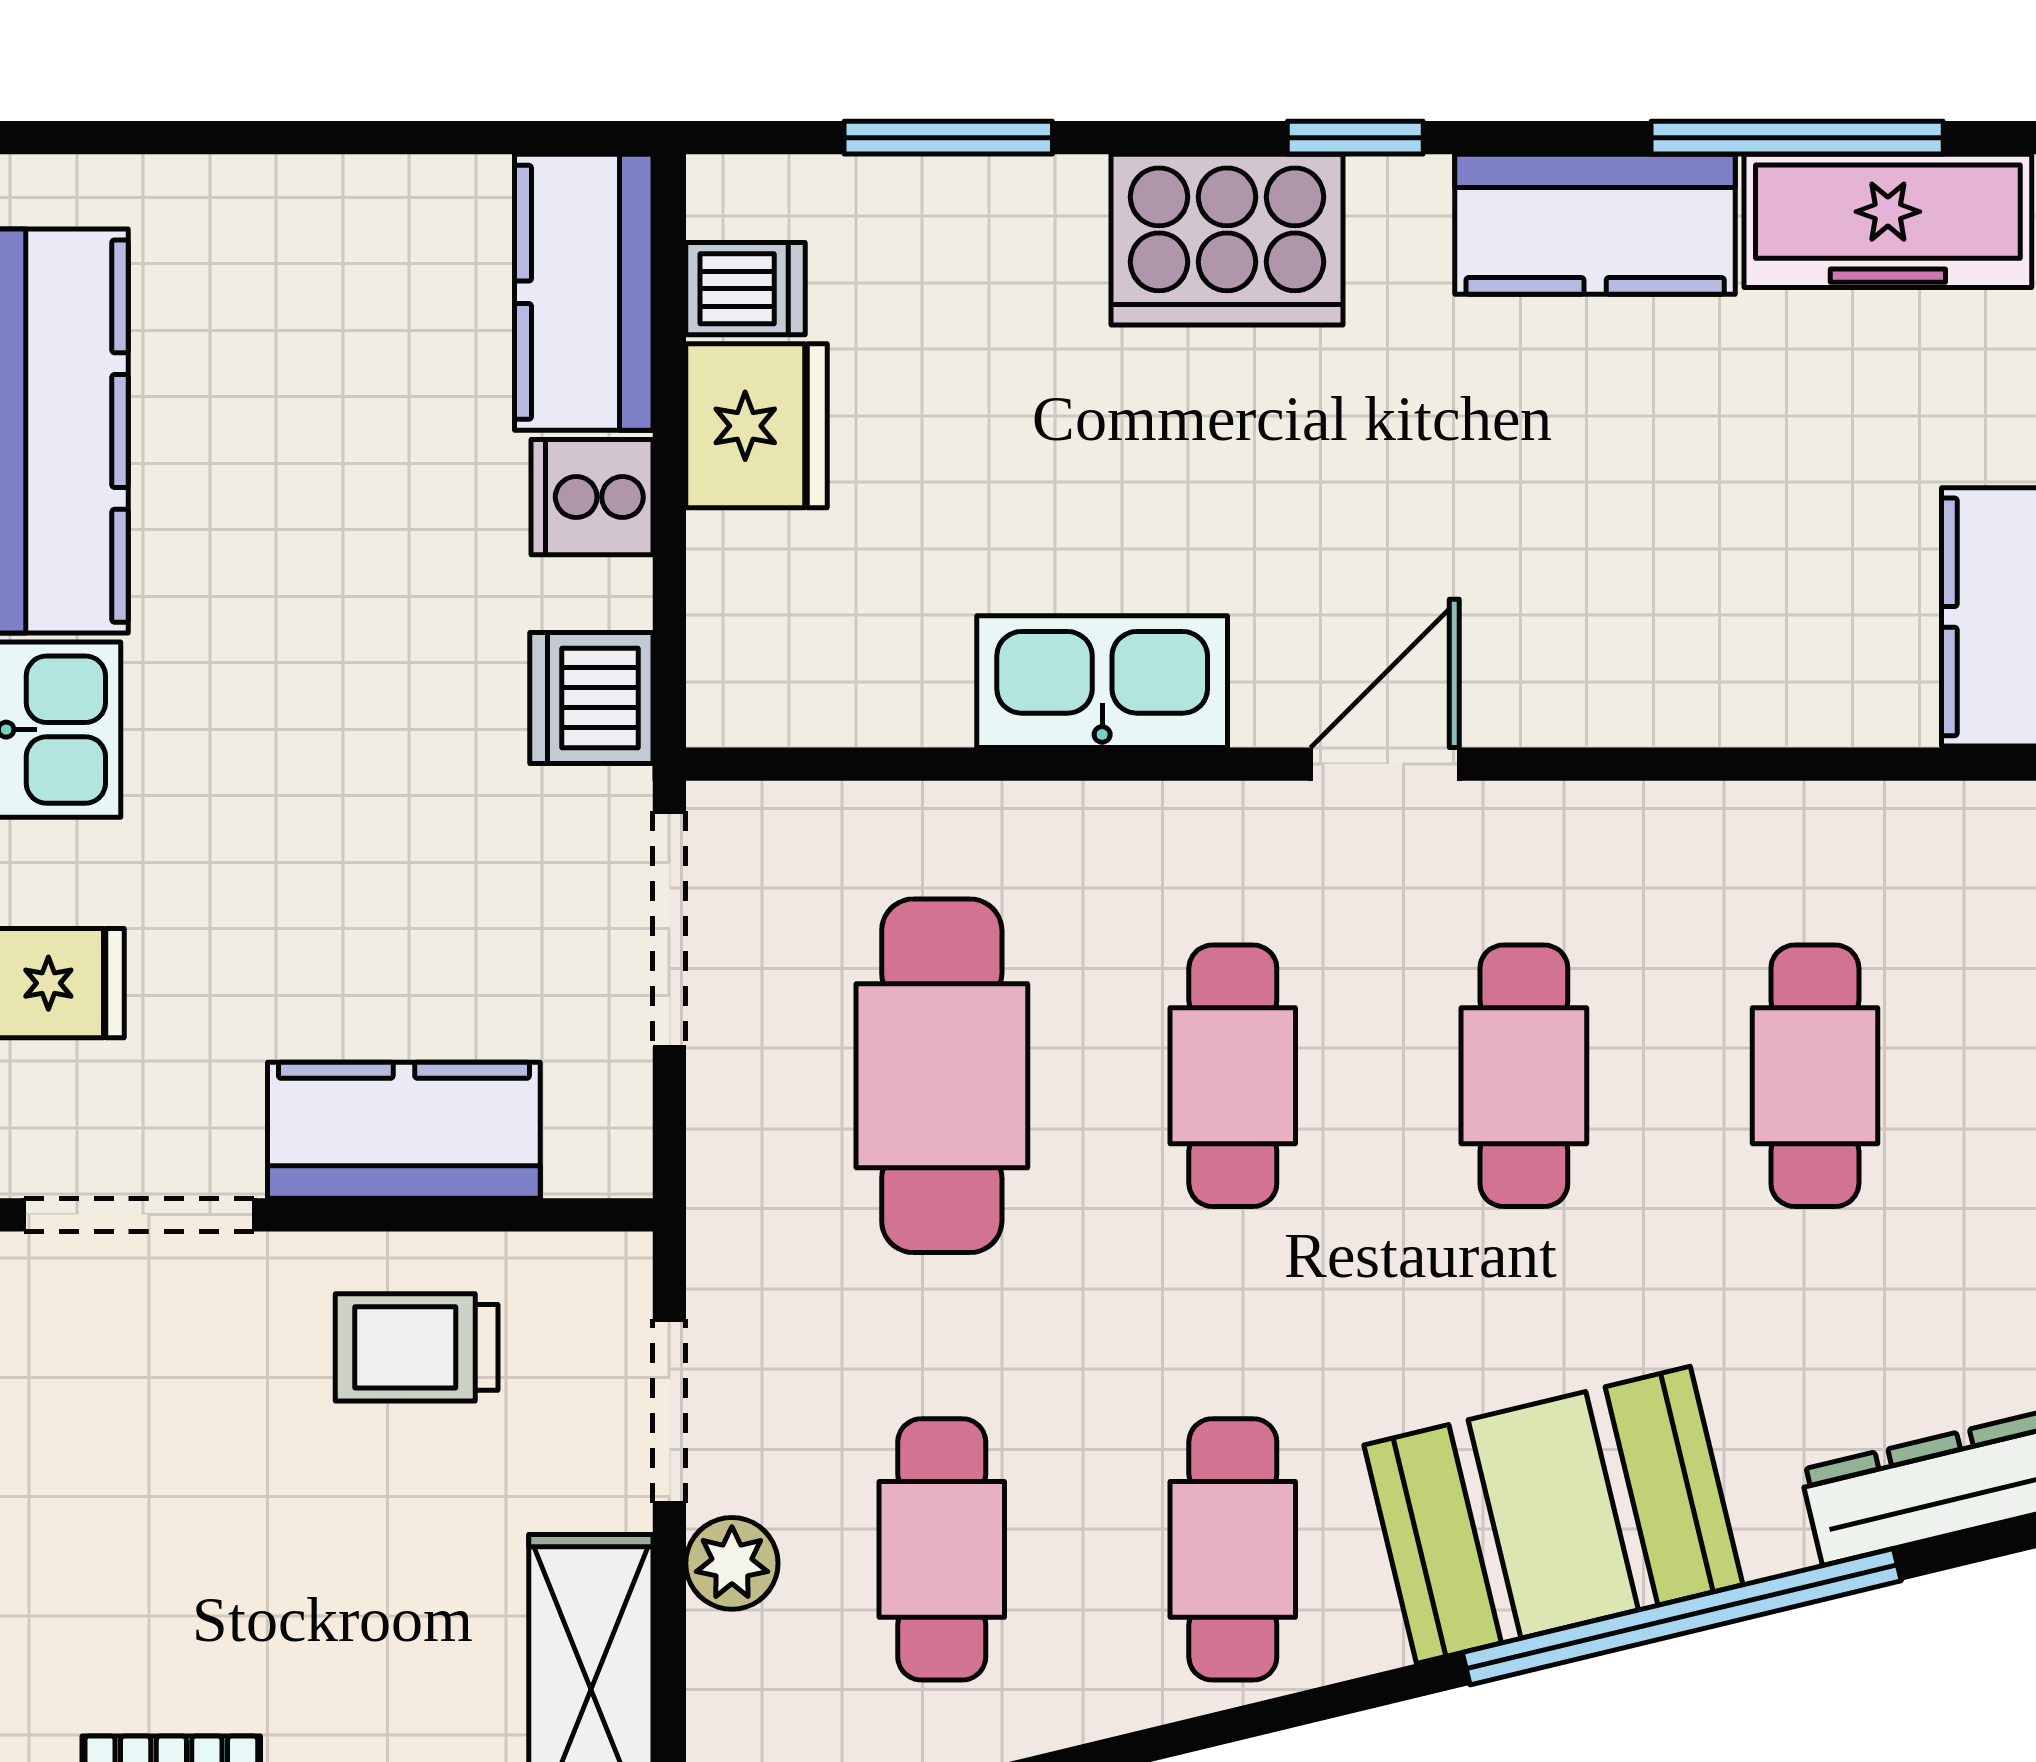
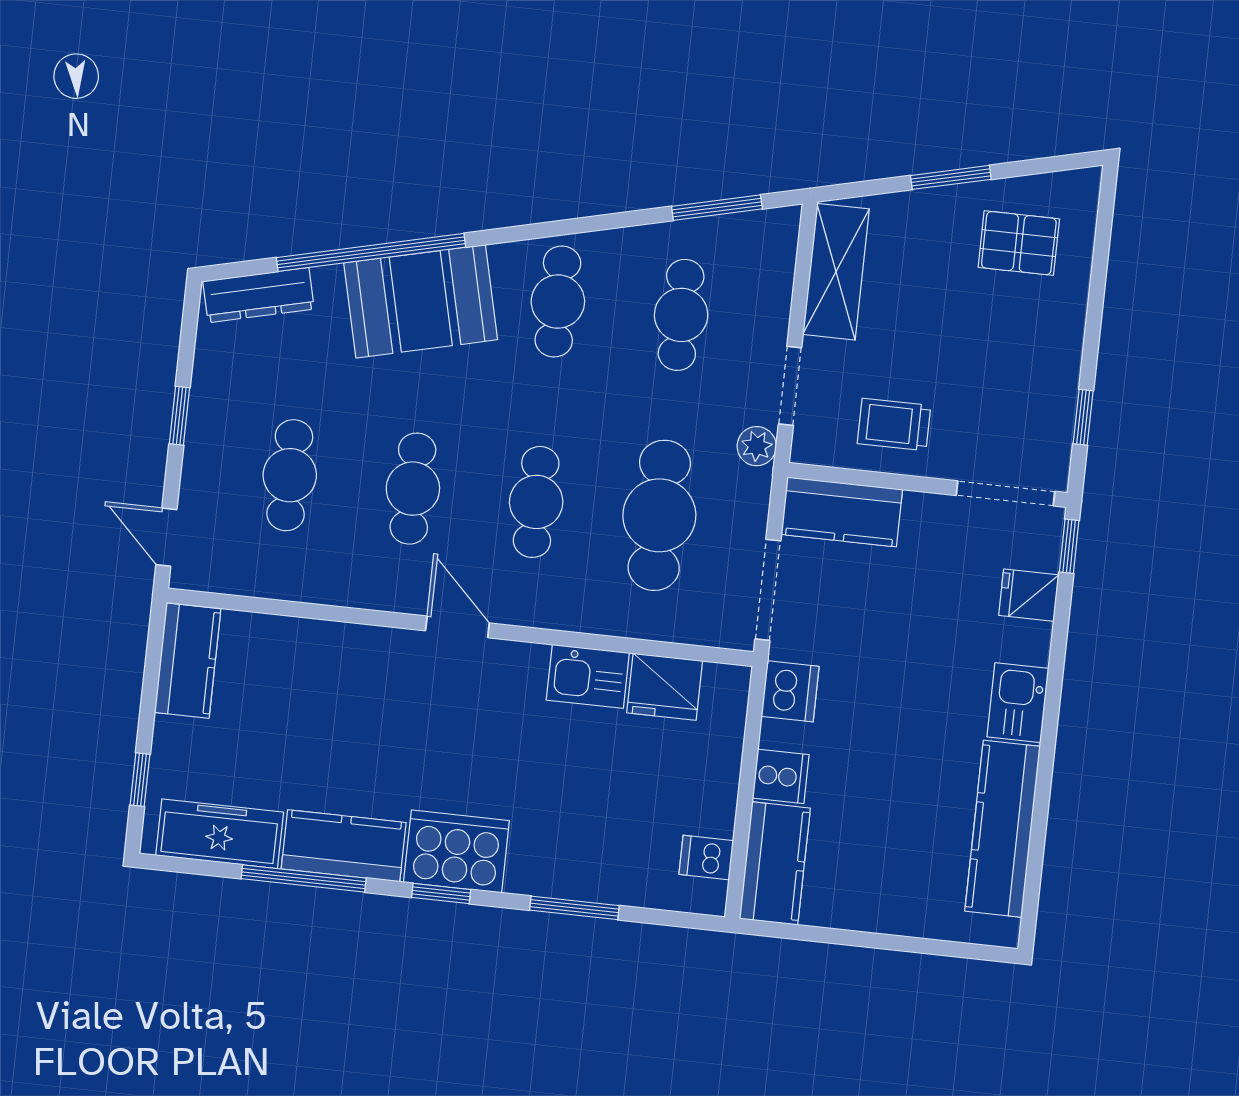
window: (948, 138) -> (574, 908), moved
window: (1797, 138) -> (304, 878), moved
cooker: (1227, 240) -> (456, 851), moved
fridge: (757, 426) -> (665, 687), moved, turned -90
kitchen sink: (1102, 682) -> (588, 676), width x0.73
door: (1385, 764) -> (457, 627), swing flipped
kitchen counter: (404, 1130) -> (842, 512), moved
trolley: (417, 1347) -> (894, 425), turned 180
plant: (732, 1563) -> (757, 446), moved

